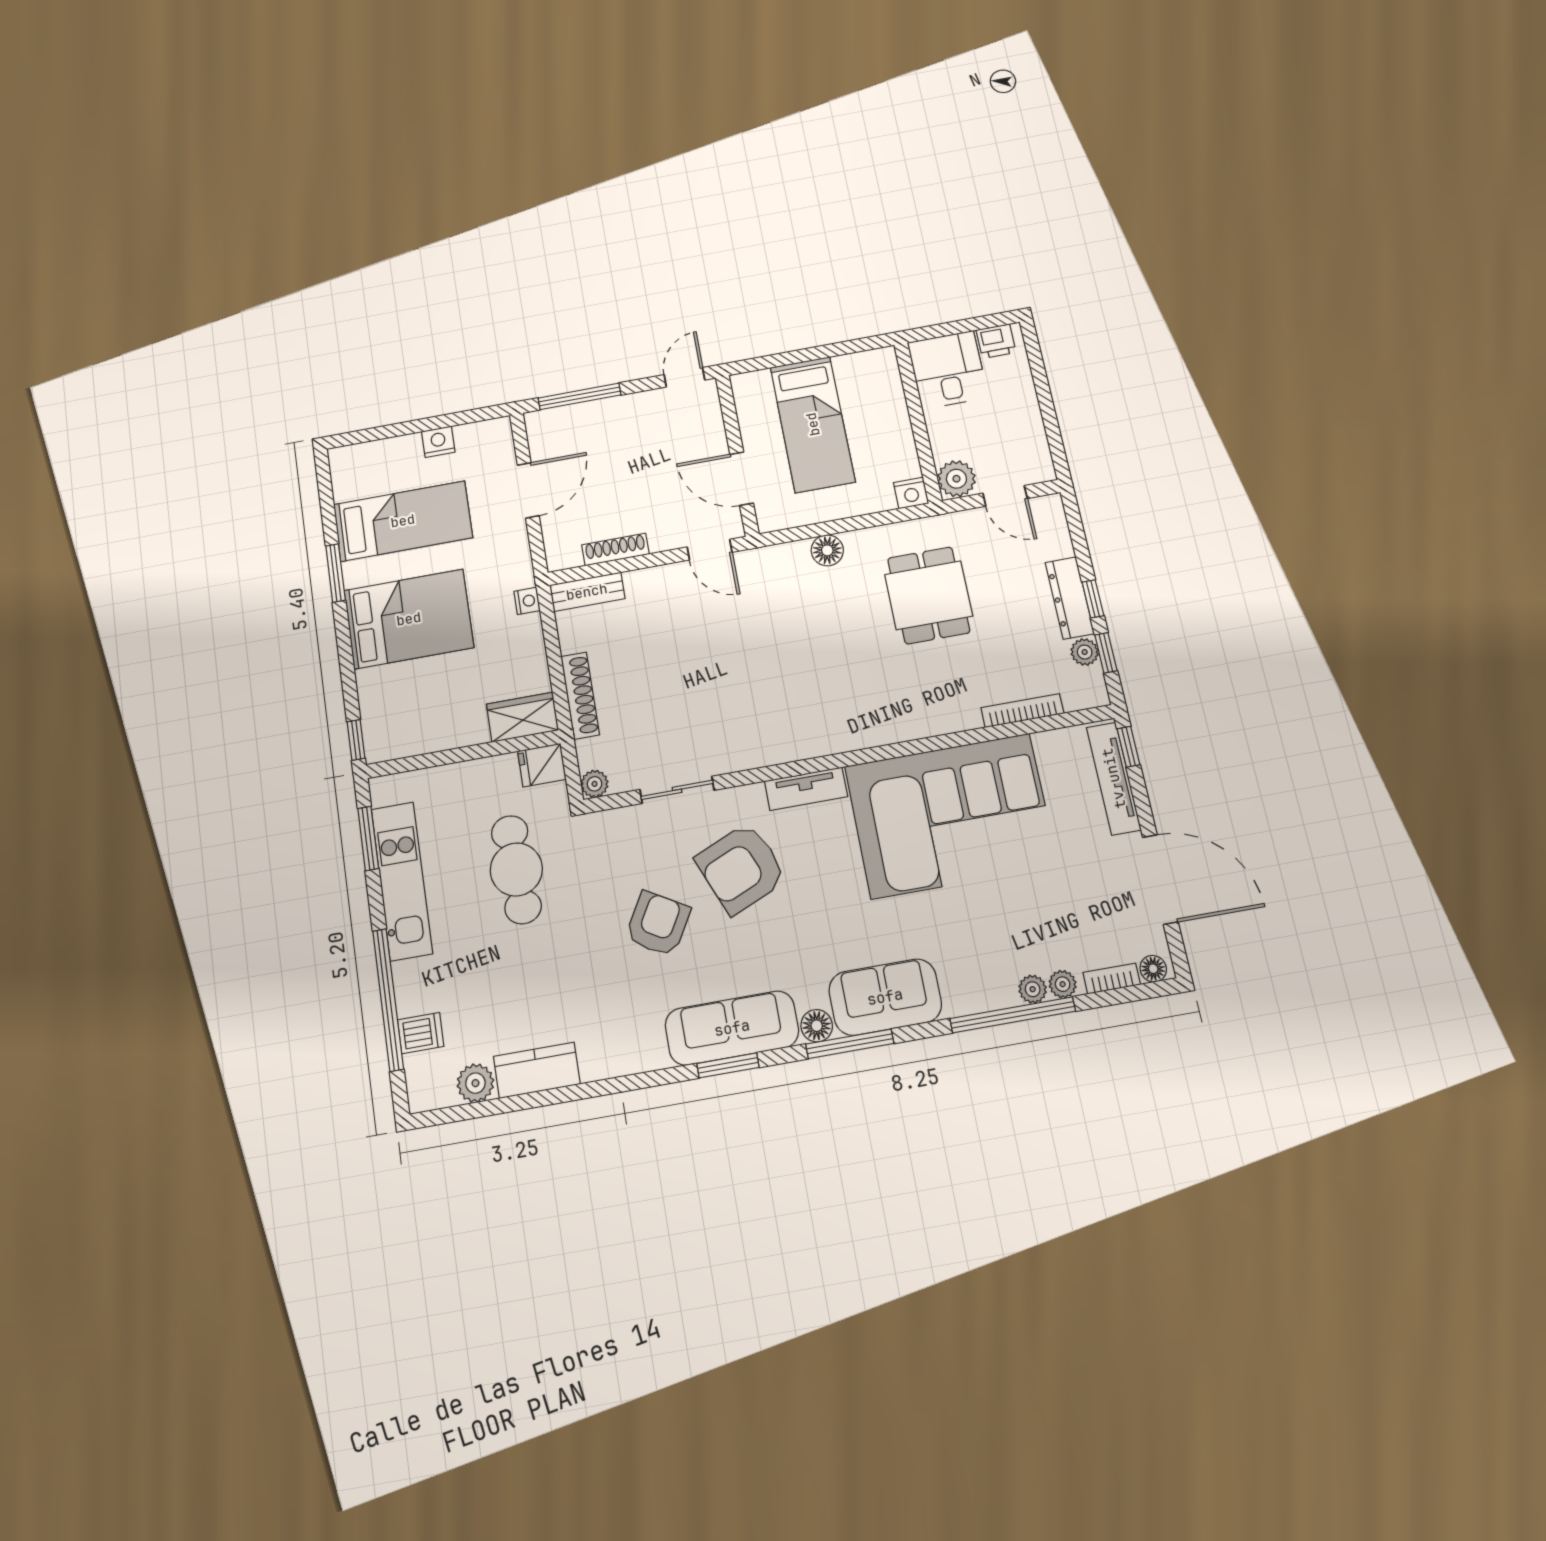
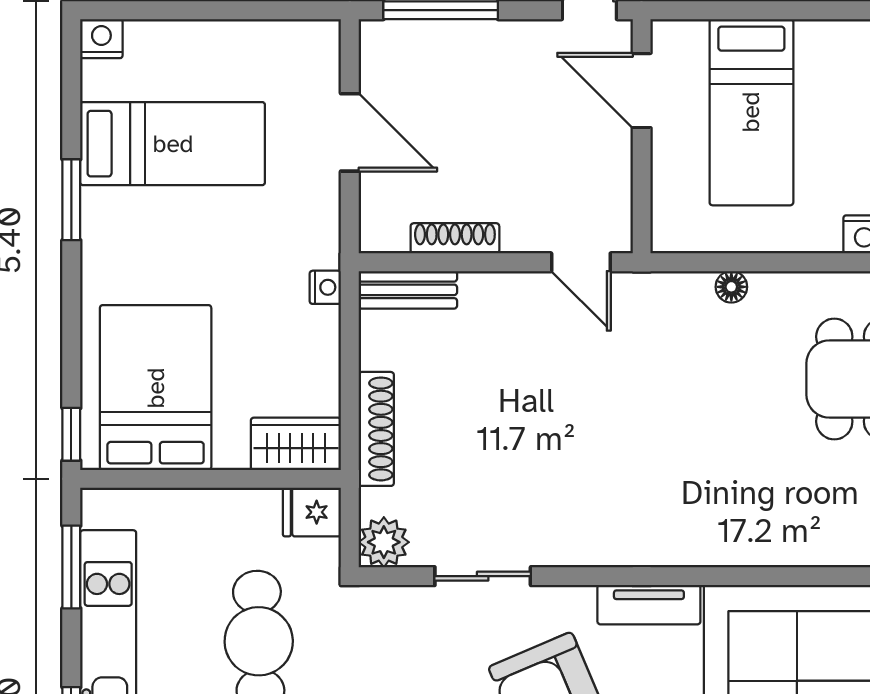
nightstand: (438, 442) -> (101, 39), moved
door: (742, 479) -> (642, 91), moved
door: (528, 490) -> (350, 132), hinge flipped
floor lamp: (827, 550) -> (731, 287), width x0.73, depth x0.73
bed: (409, 619) -> (156, 388), moved, turned -90
plant: (595, 784) -> (384, 542), width x1.38, depth x1.38

